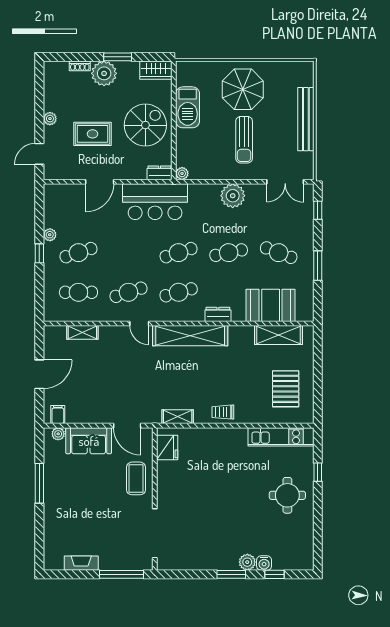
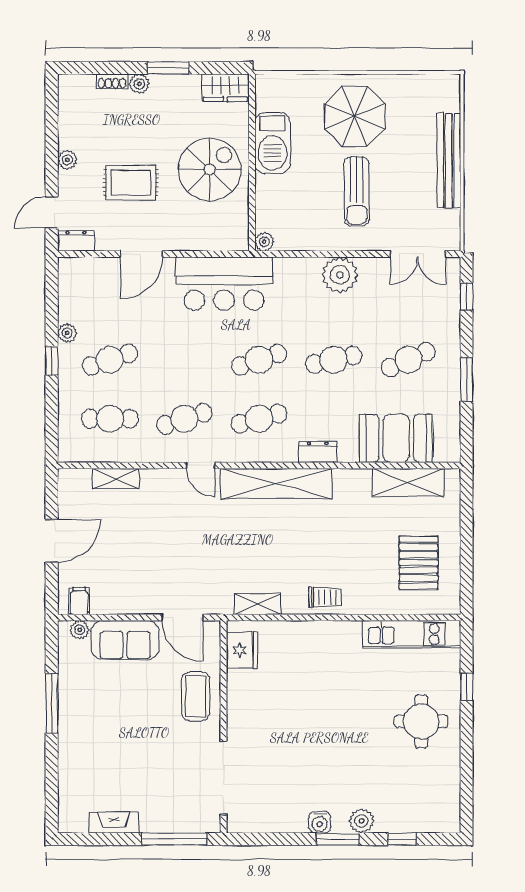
plant: (104, 73) -> (139, 84), width x0.53, depth x0.53
dresser: (160, 173) -> (76, 241), moved
cafe table: (279, 253) -> (408, 360), turned -45
trolley: (223, 412) -> (325, 597), turned 180
water cooler: (264, 563) -> (320, 822), moved

